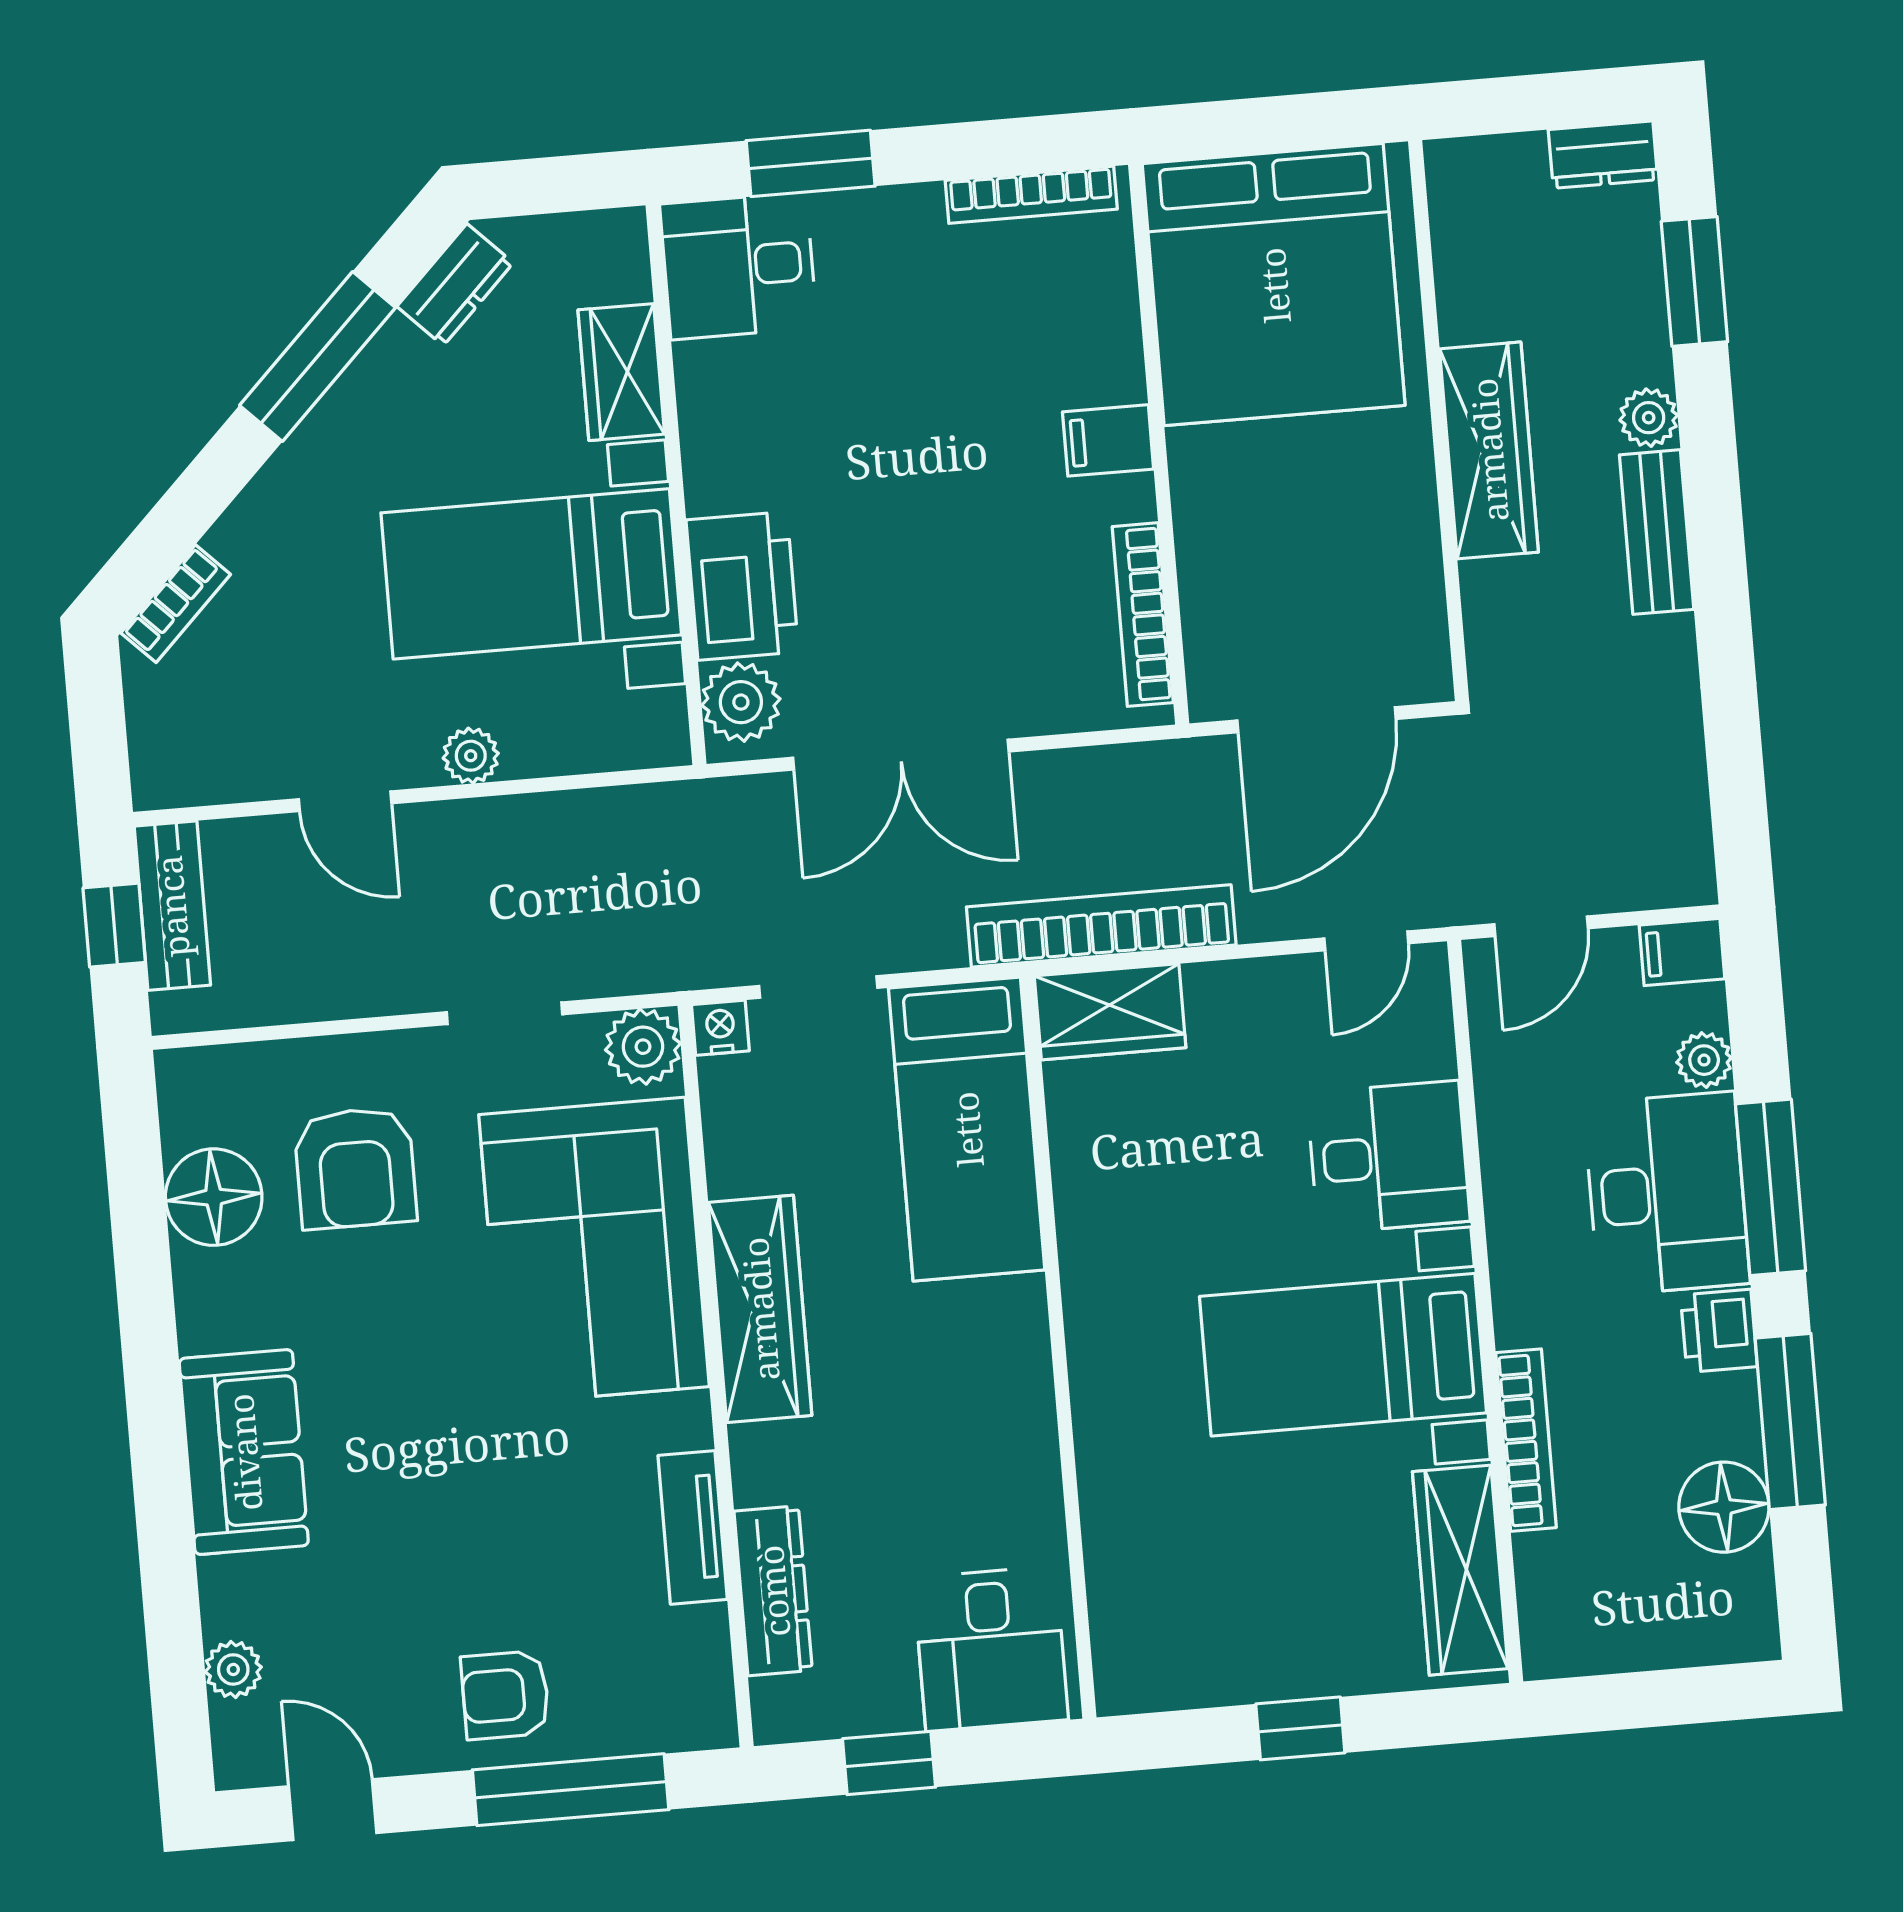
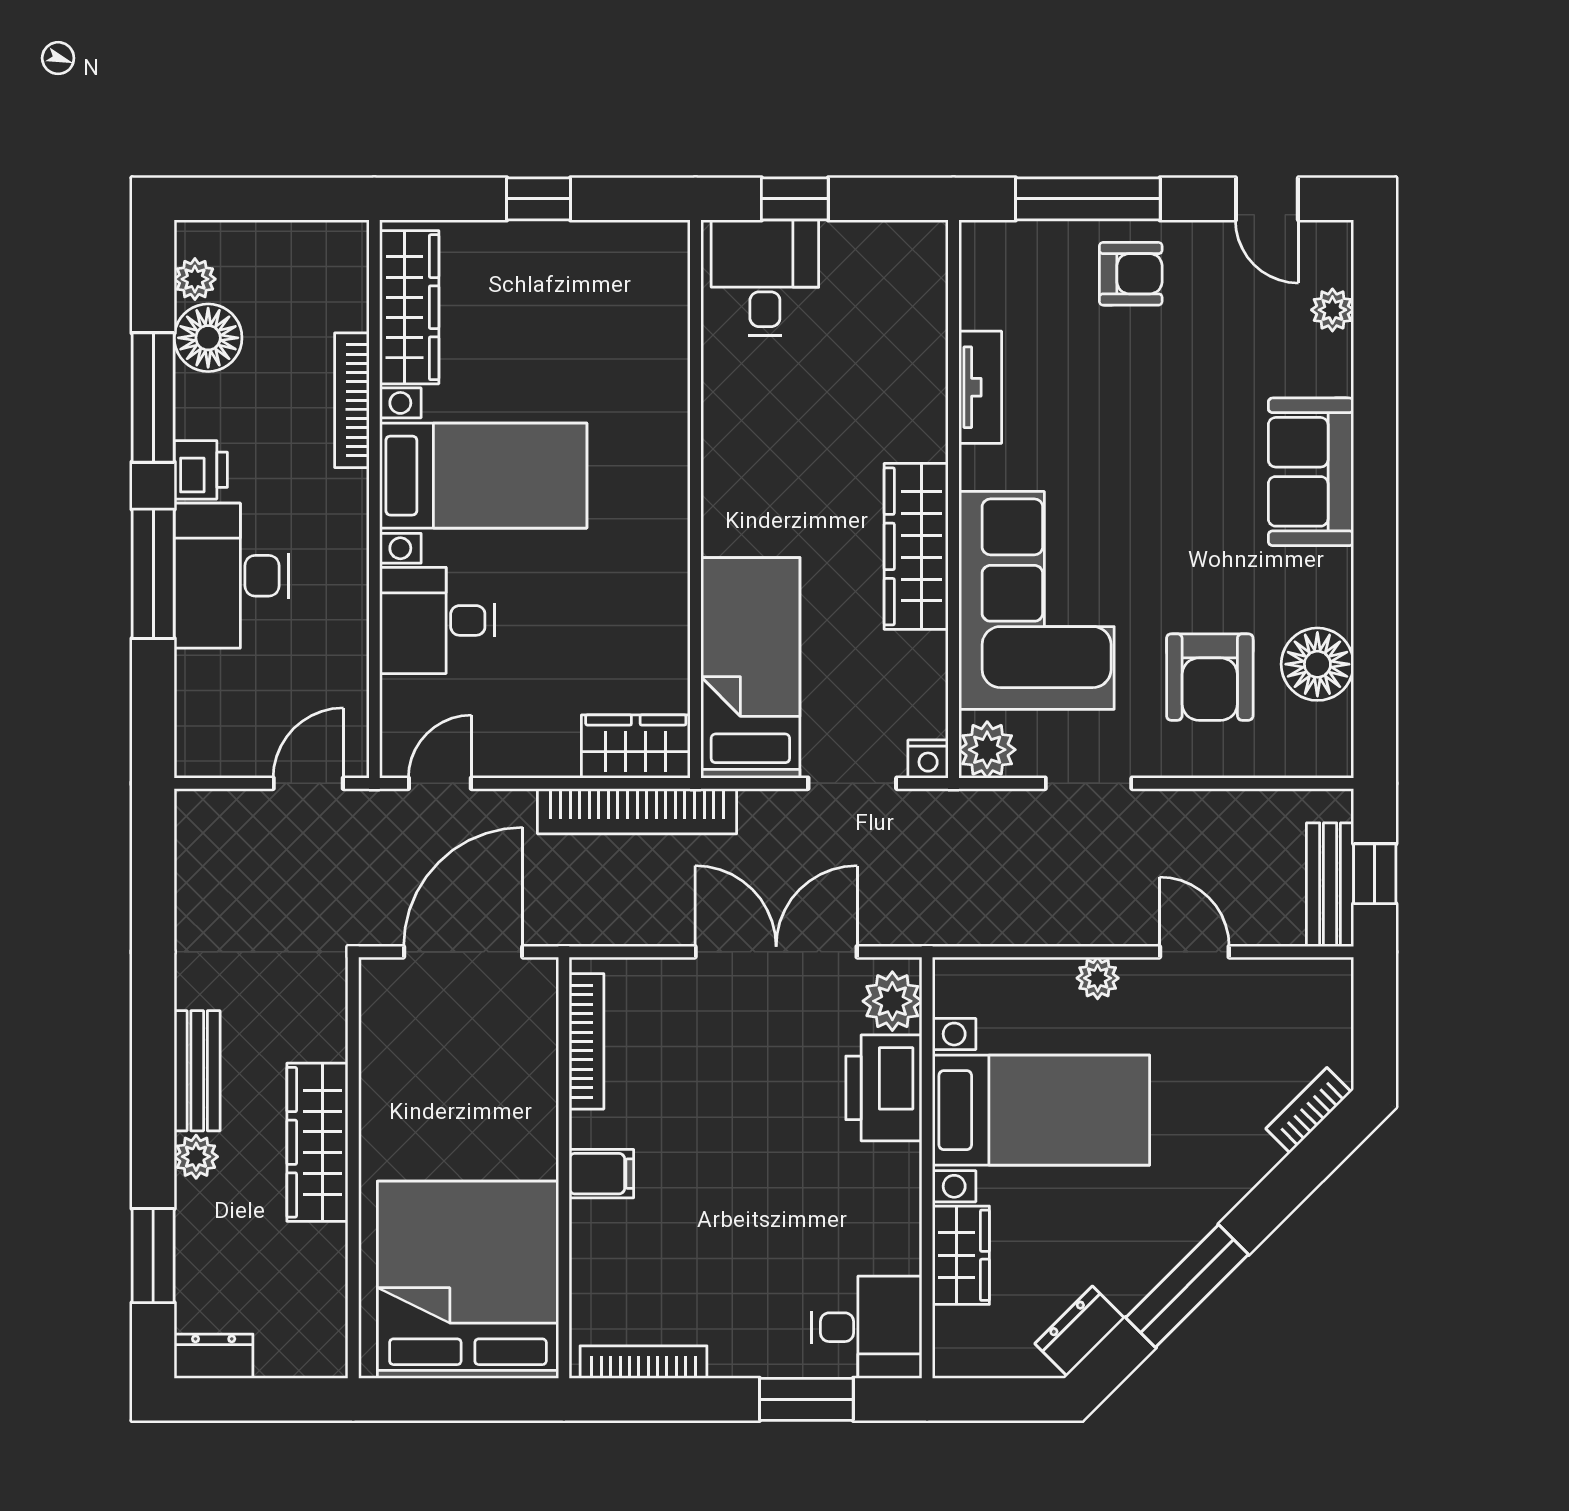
filing cabinet: (1682, 952) -> (205, 755), removed
plant: (1704, 1060) -> (195, 279), moved
armchair: (355, 1168) -> (1210, 677), turned 180
dresser: (773, 1591) -> (924, 335), removed
window: (889, 1763) -> (795, 199), moved

